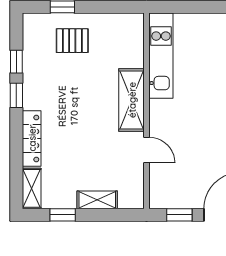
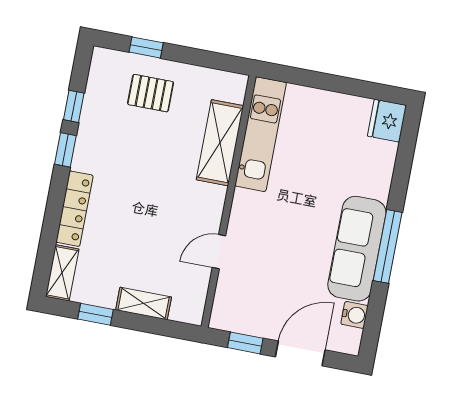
shelving: (132, 100) -> (220, 143), moved
door: (146, 150) -> (219, 252), swing flipped

